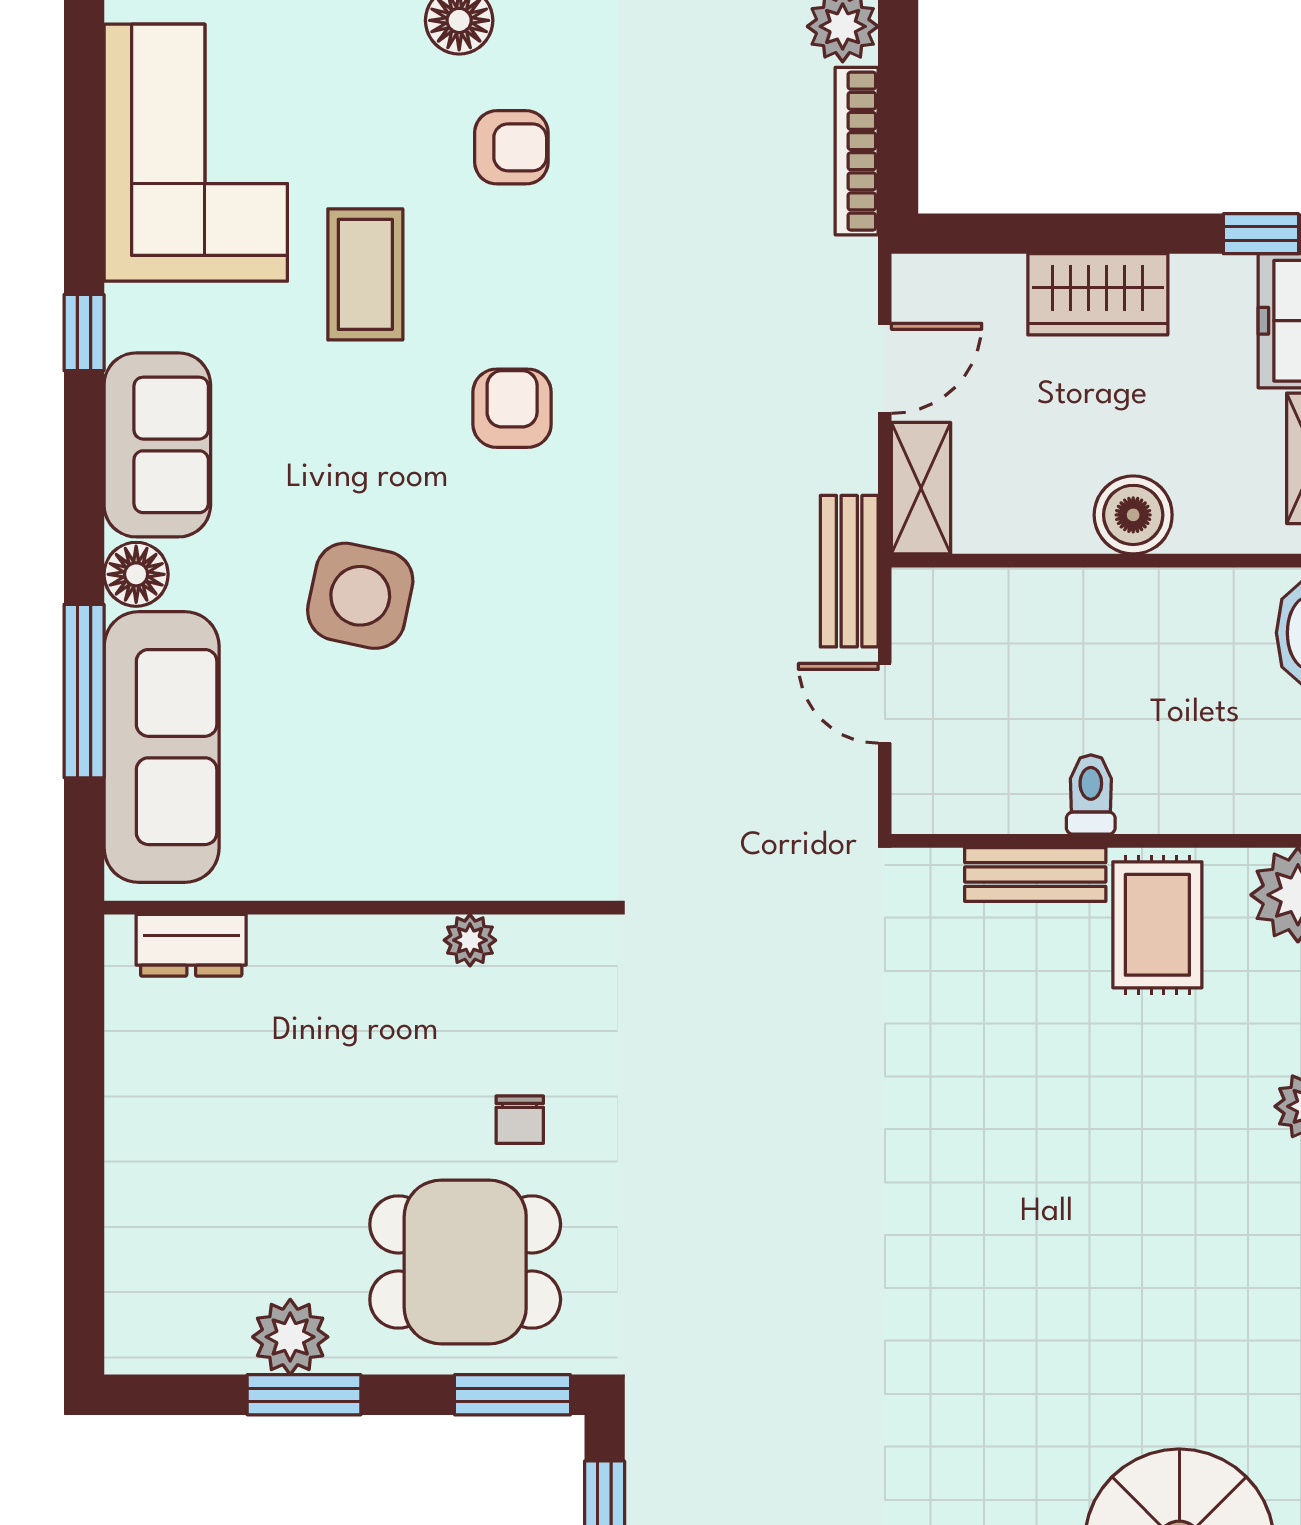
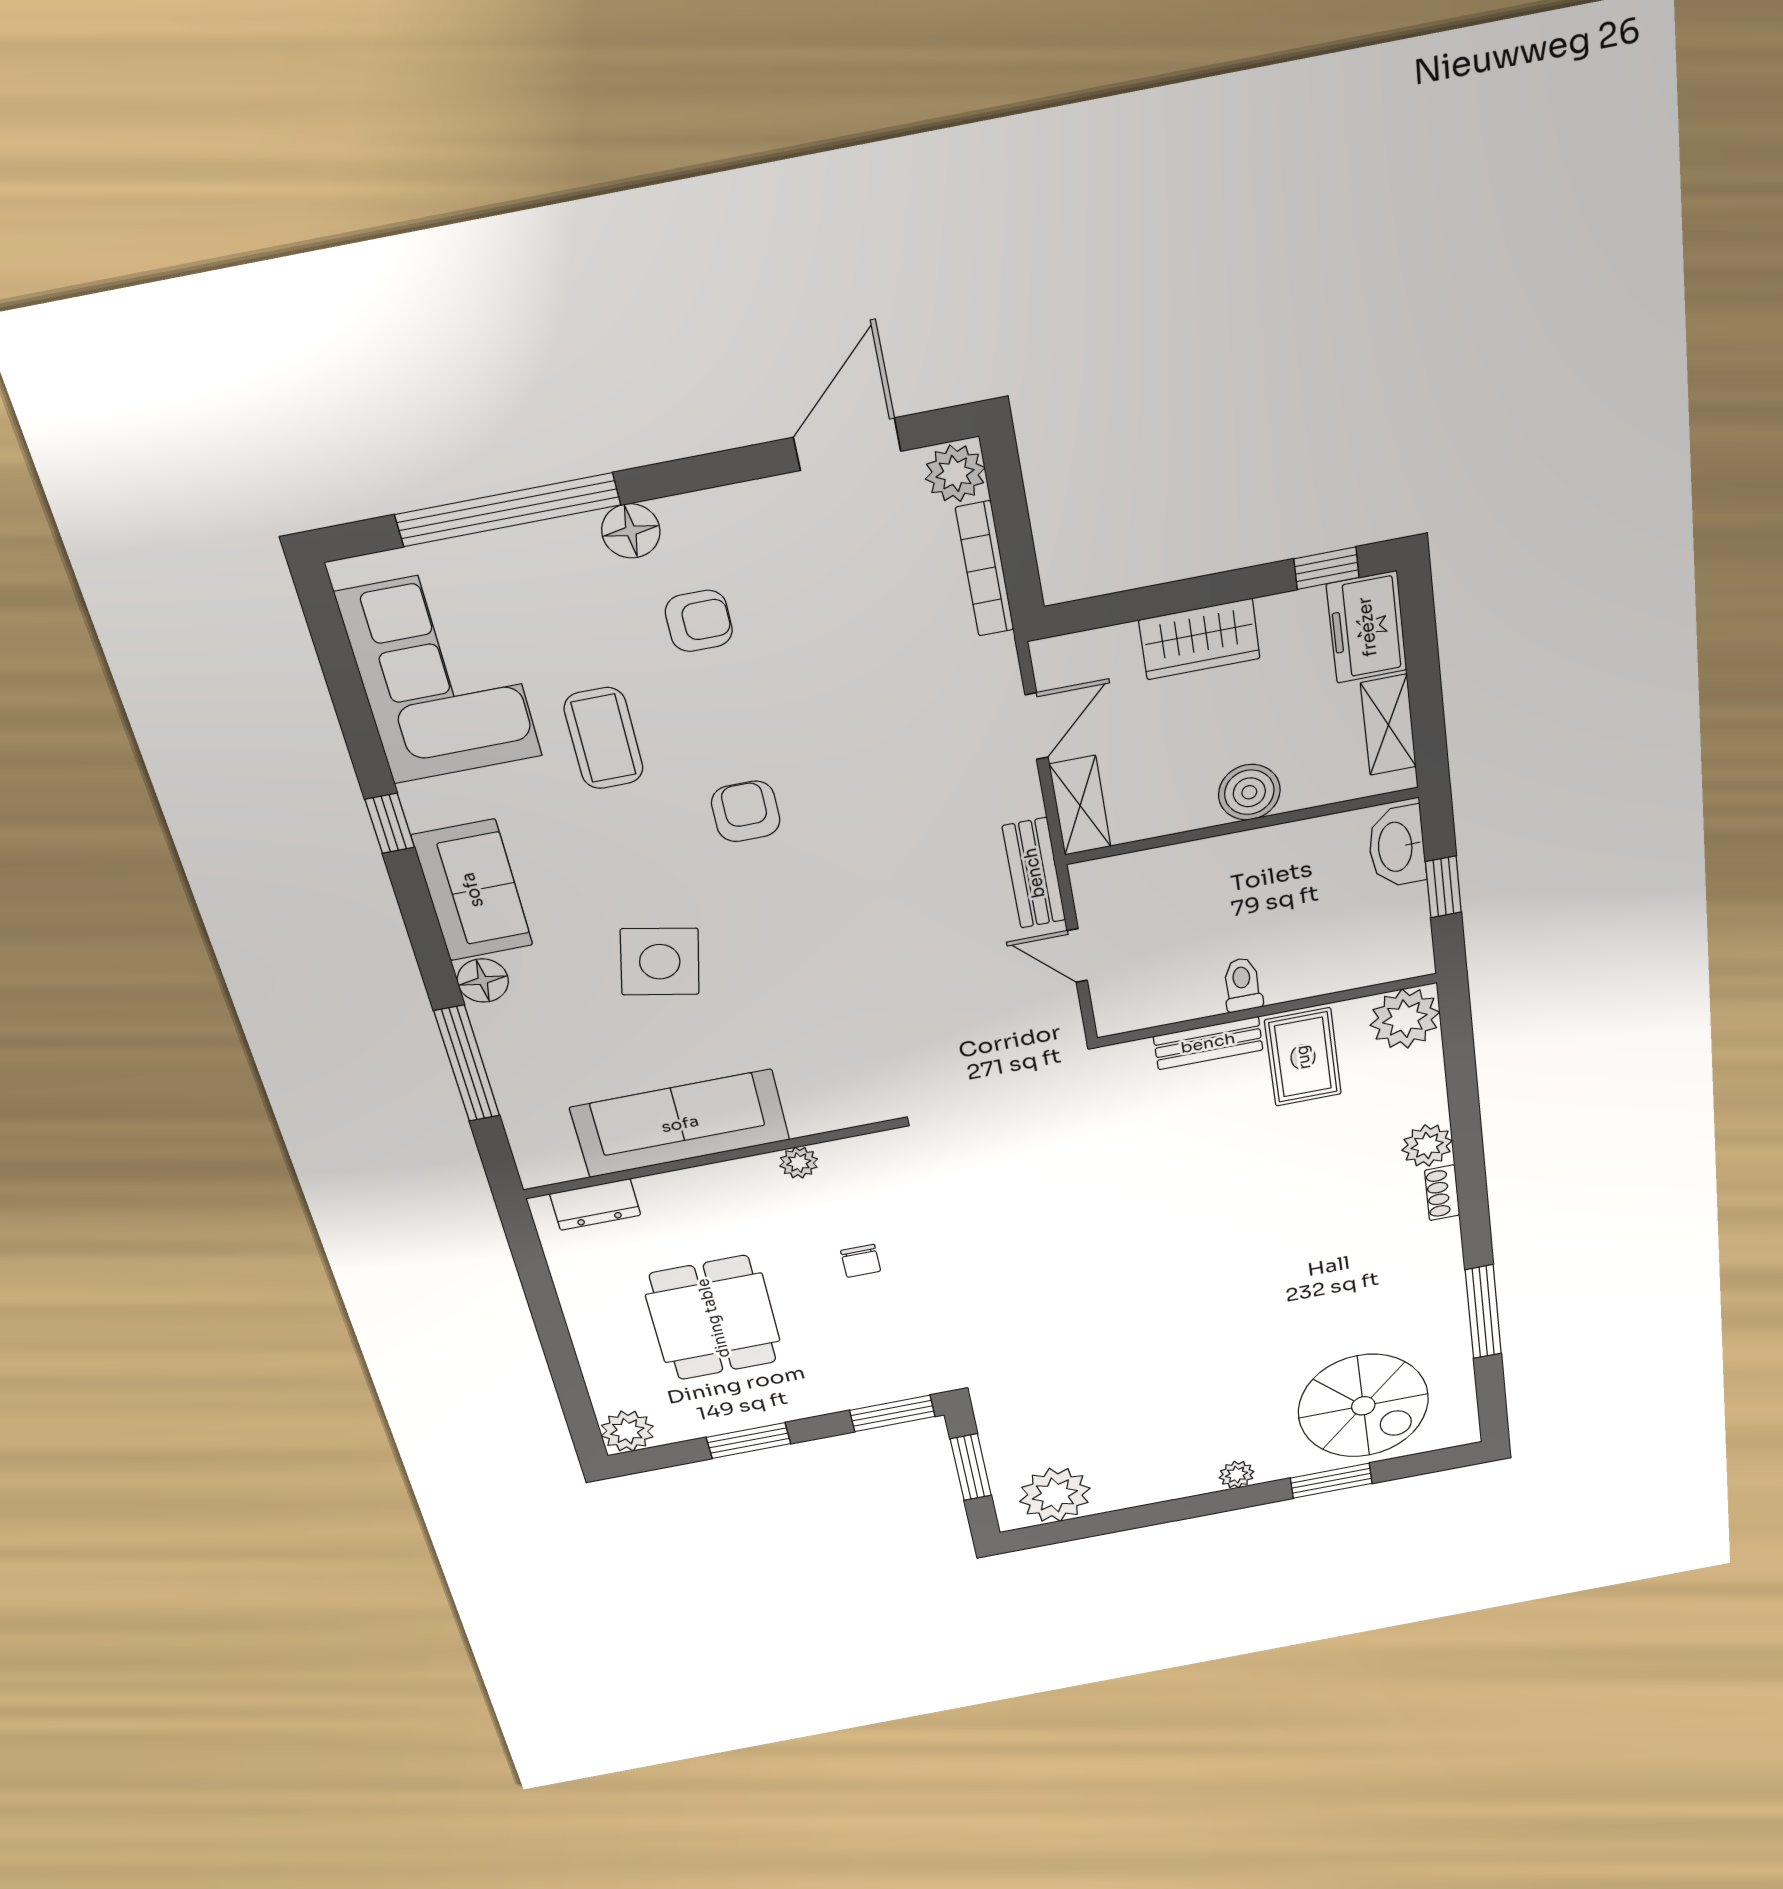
sofa: (162, 747) -> (680, 1124), moved, turned -90
dining table: (465, 1262) -> (713, 1318), moved, turned 90
plant: (290, 1337) -> (627, 1431), moved

